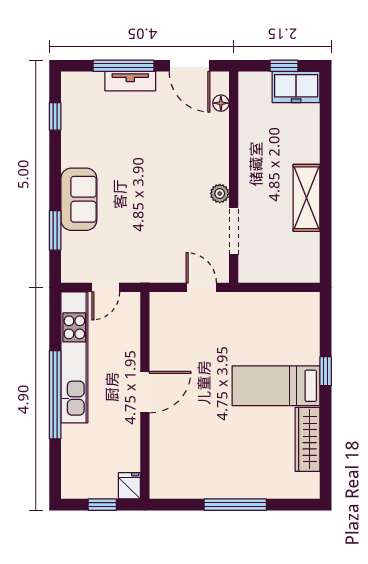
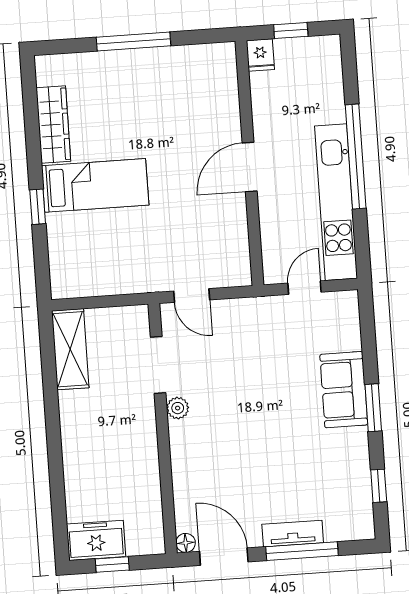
floor lamp: (221, 103) -> (186, 543), moved
shelving: (307, 198) -> (70, 349), moved
window: (55, 230) -> (373, 408), moved

